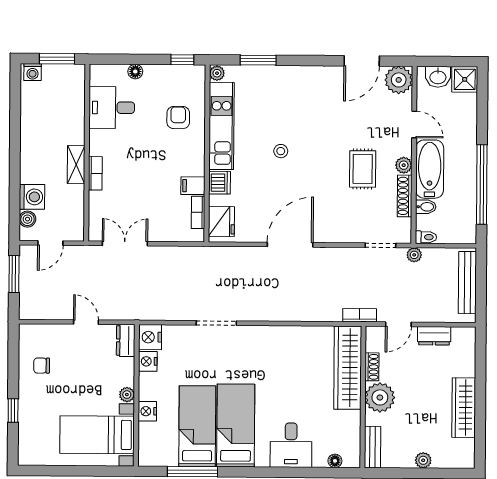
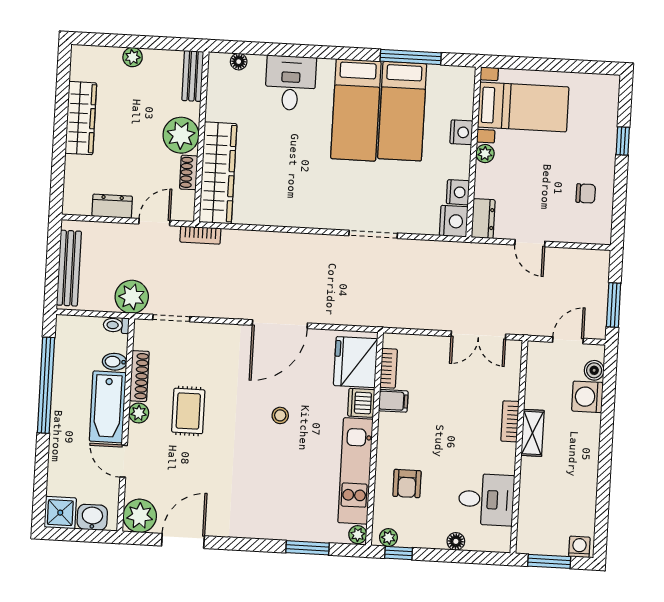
plant: (191, 72) -> (388, 538), added
stool: (281, 151) -> (280, 415), moved
fridge: (221, 222) -> (356, 362), width x1.36, depth x1.34
plant: (414, 255) -> (132, 297), width x1.88, depth x1.88

